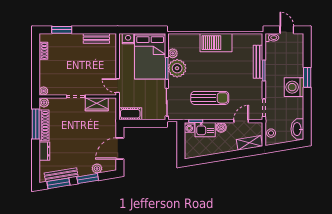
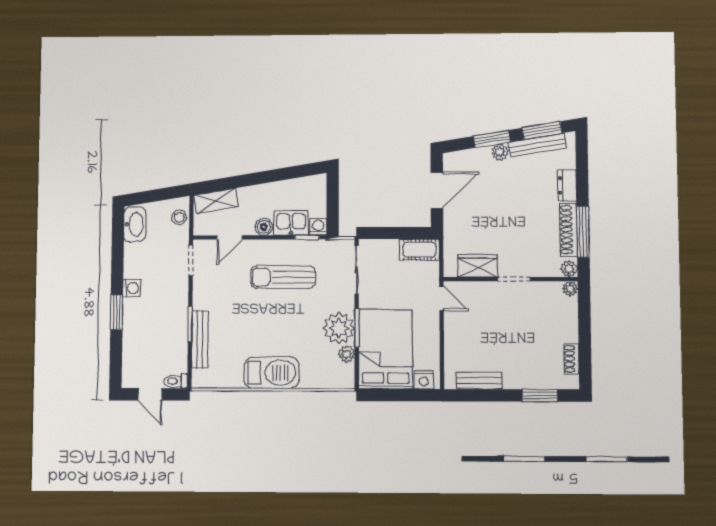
washing machine: (294, 87) -> (132, 288), width x0.53, depth x0.53
plant: (97, 168) -> (500, 152), moved

